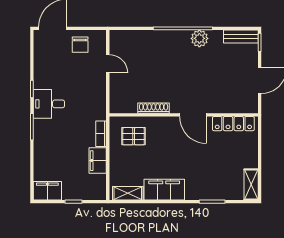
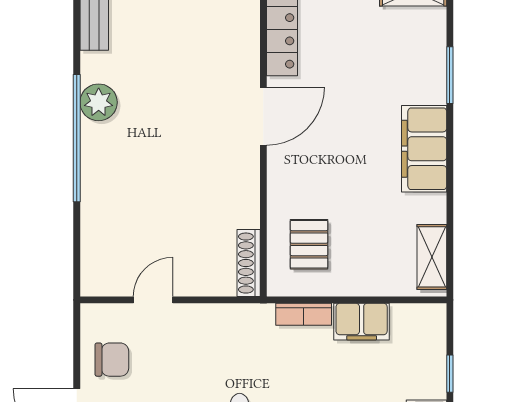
shoe rack: (154, 108) -> (249, 263), moved
filing cabinet: (164, 190) -> (424, 149), moved

